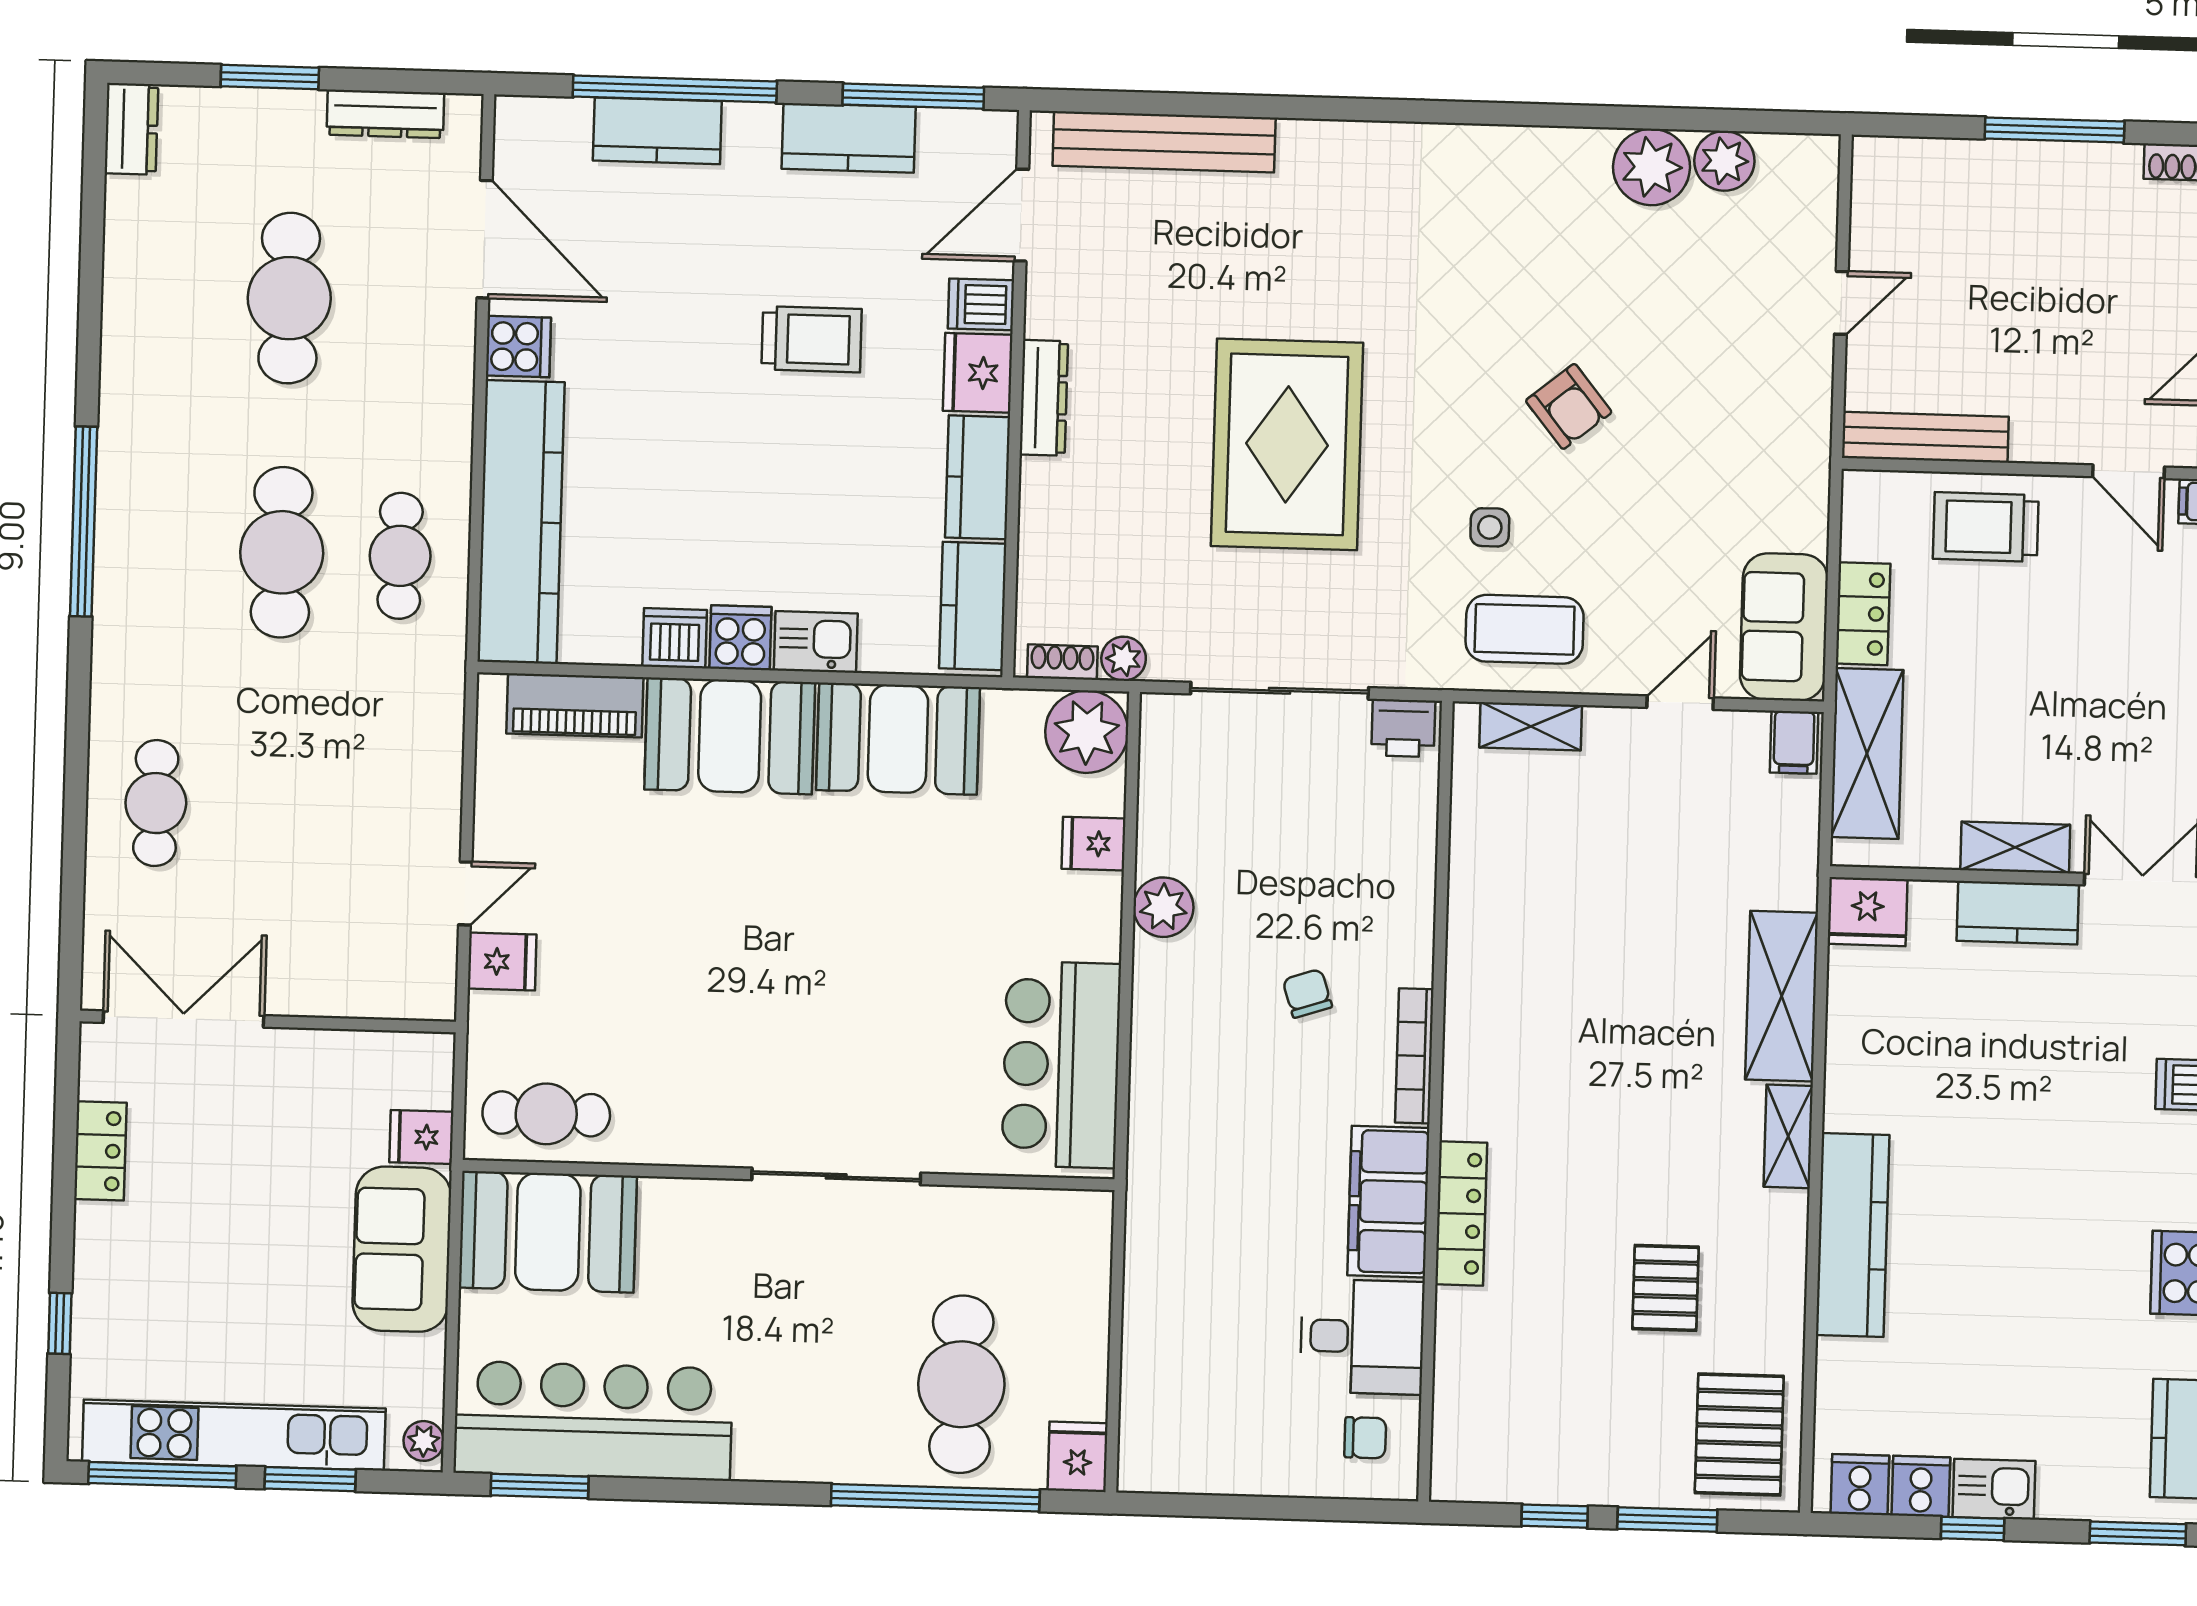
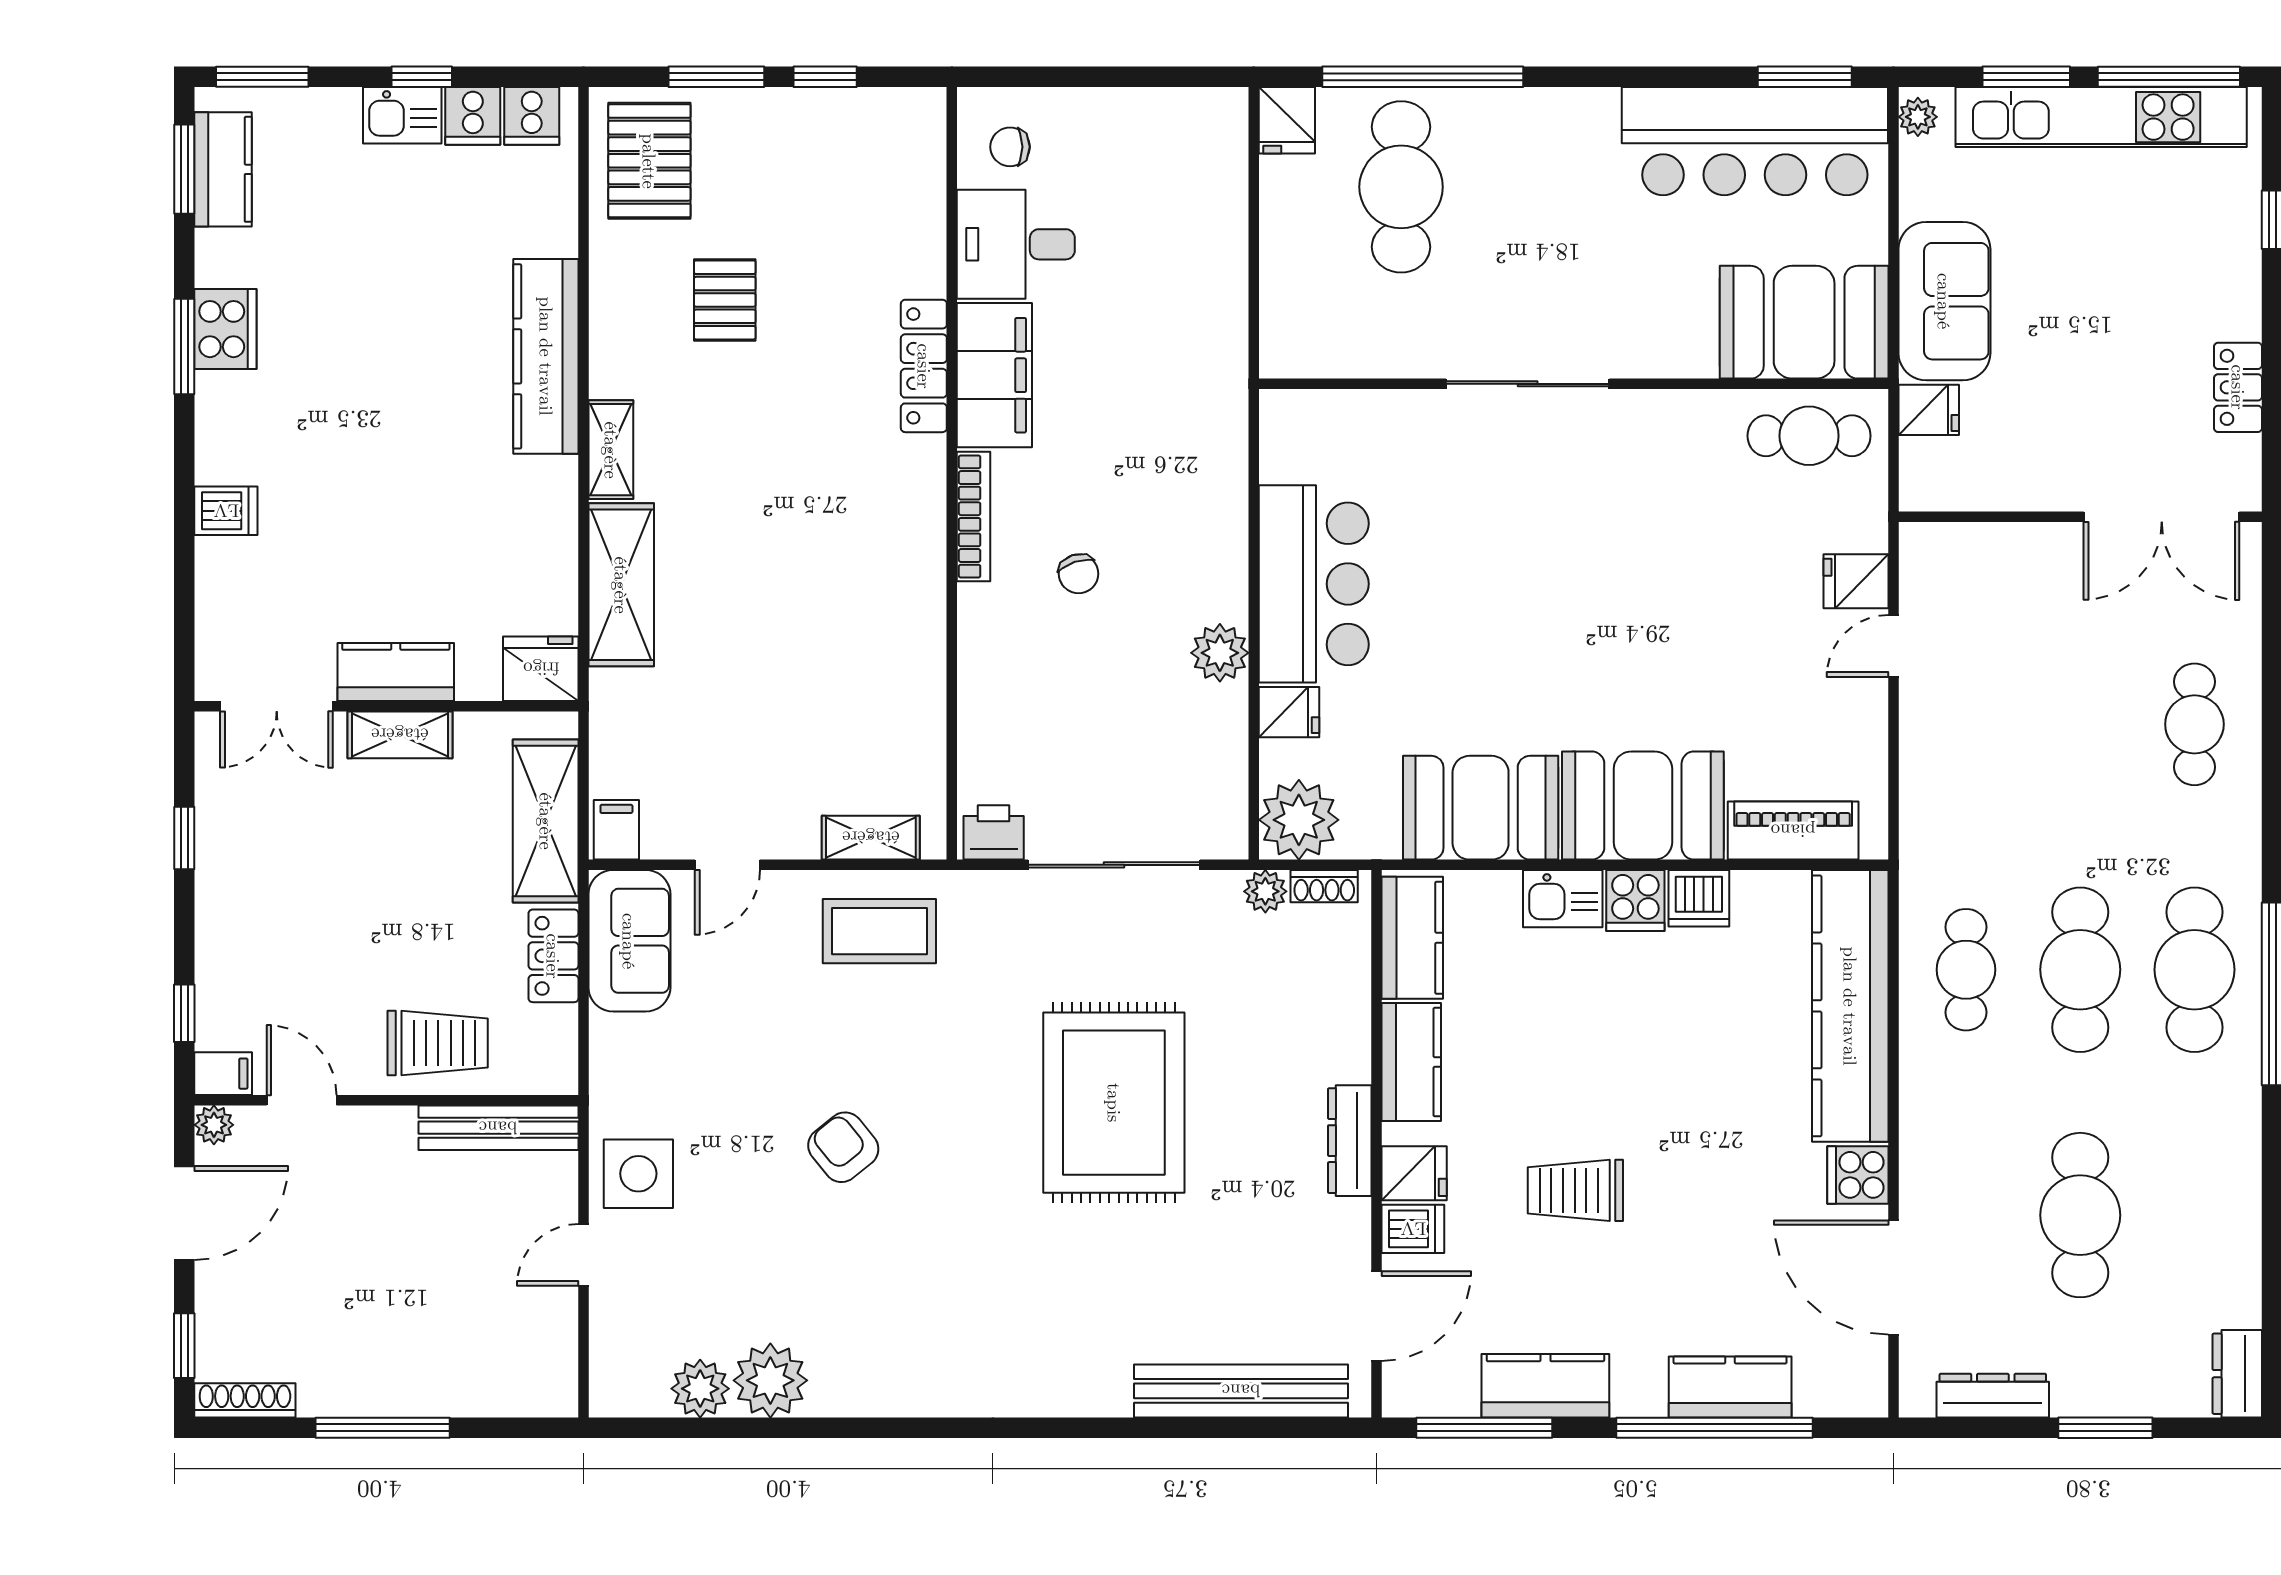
fridge: (978, 373) -> (1414, 1173), width x0.72
side table: (1490, 527) -> (638, 1174), moved, width x1.87, depth x1.87
cafe table: (163, 549) -> (2194, 970), added
bar counter: (1061, 1065) -> (1314, 584), moved

